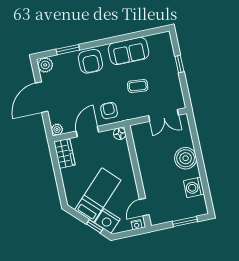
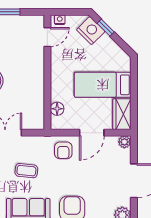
floor lamp: (120, 134) -> (57, 109), moved
bed: (98, 195) -> (103, 85), moved, turned 45

